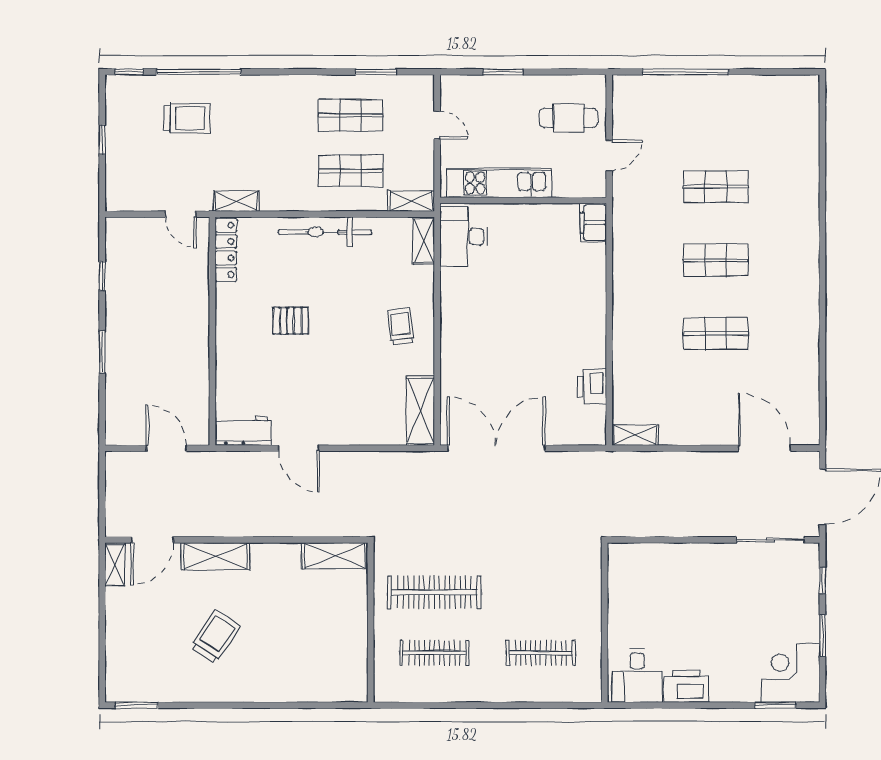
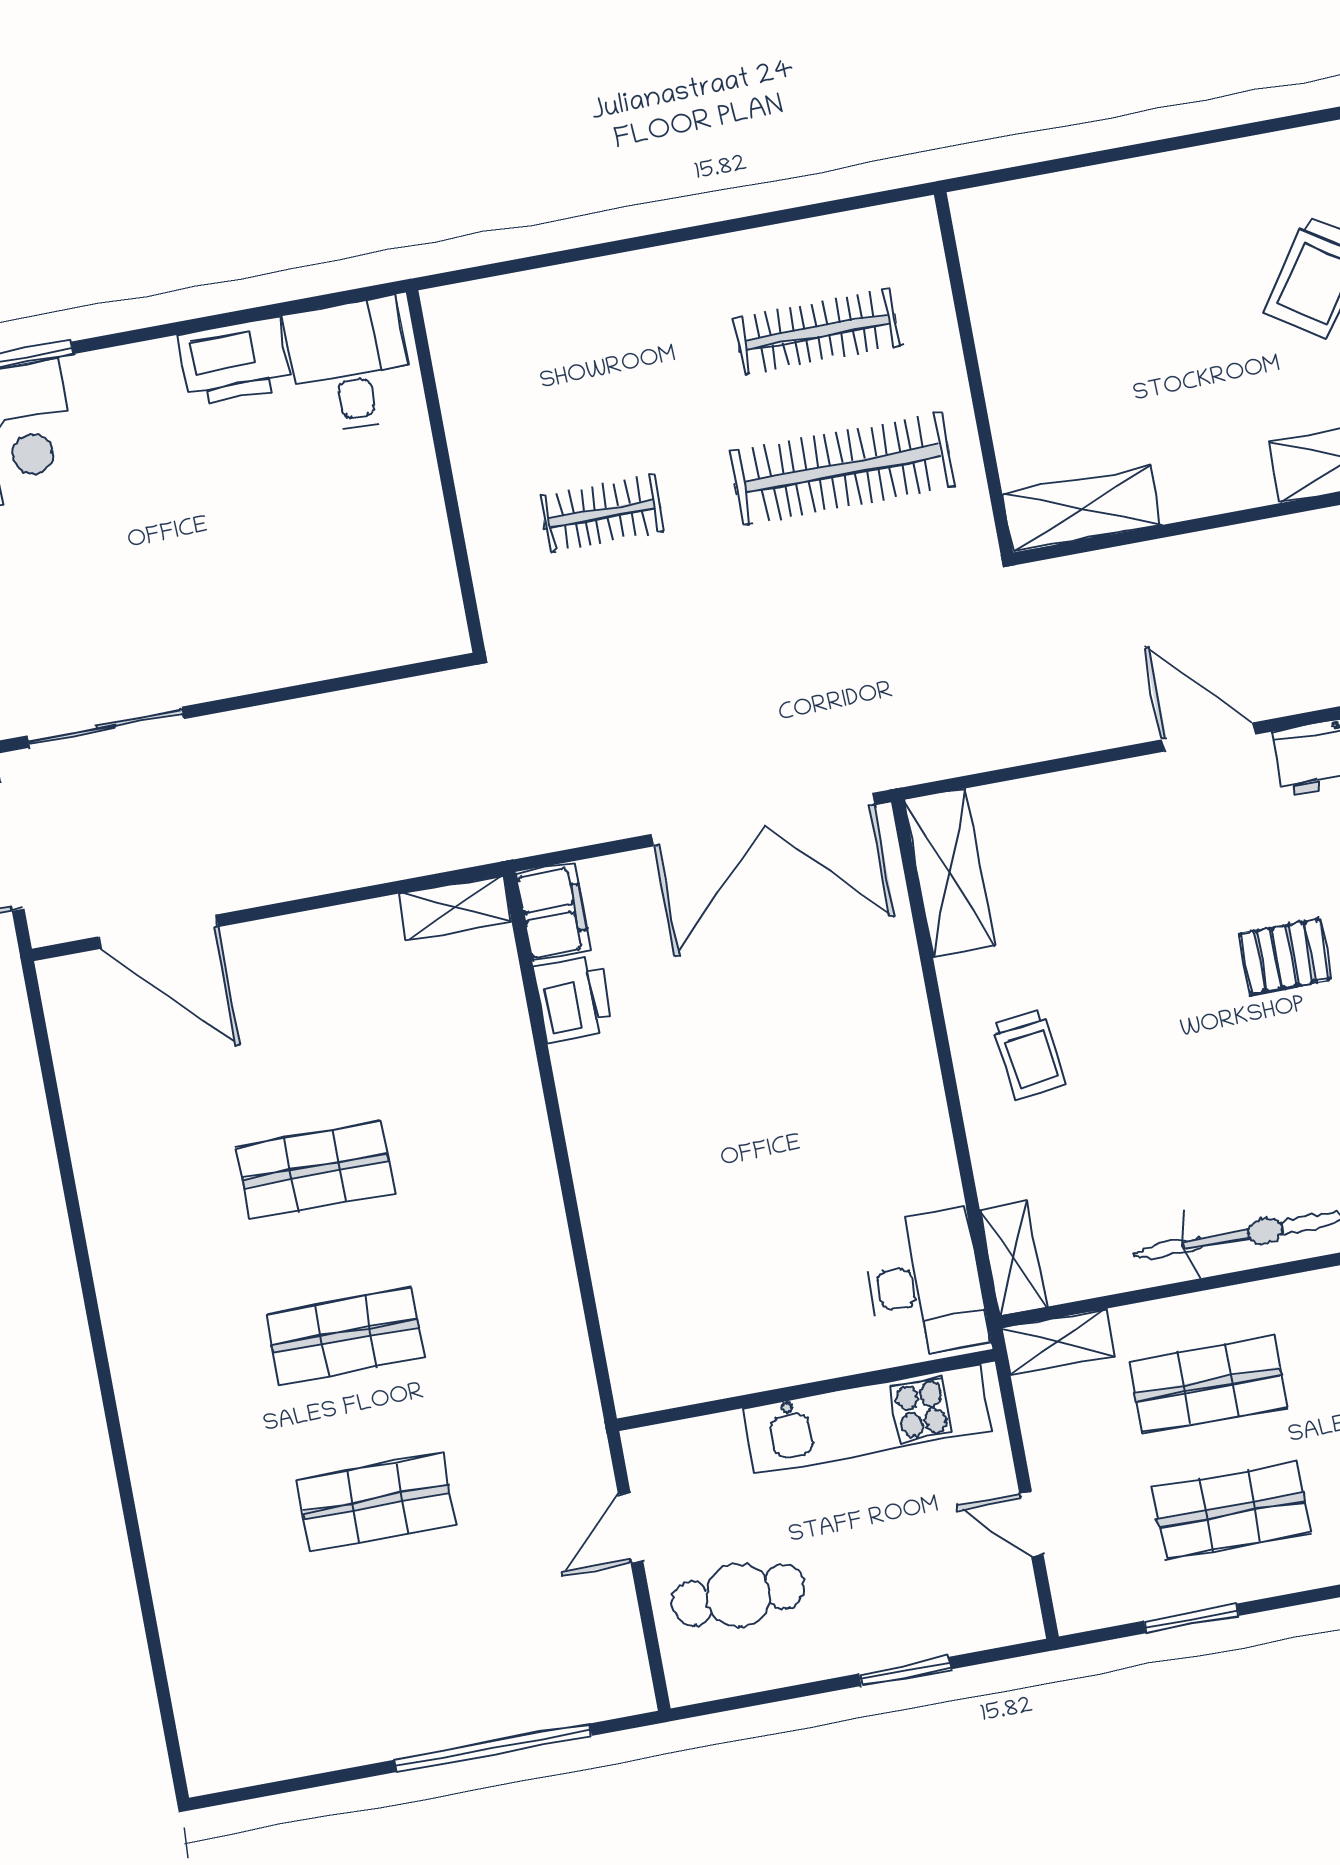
filing cabinet: (593, 223) -> (553, 912), moved
pallet: (291, 321) -> (1285, 957), moved
clothes rail: (541, 653) -> (602, 513), moved, width x0.73

